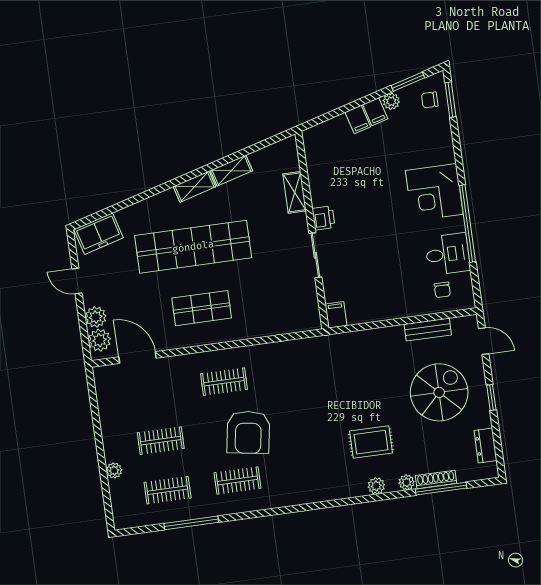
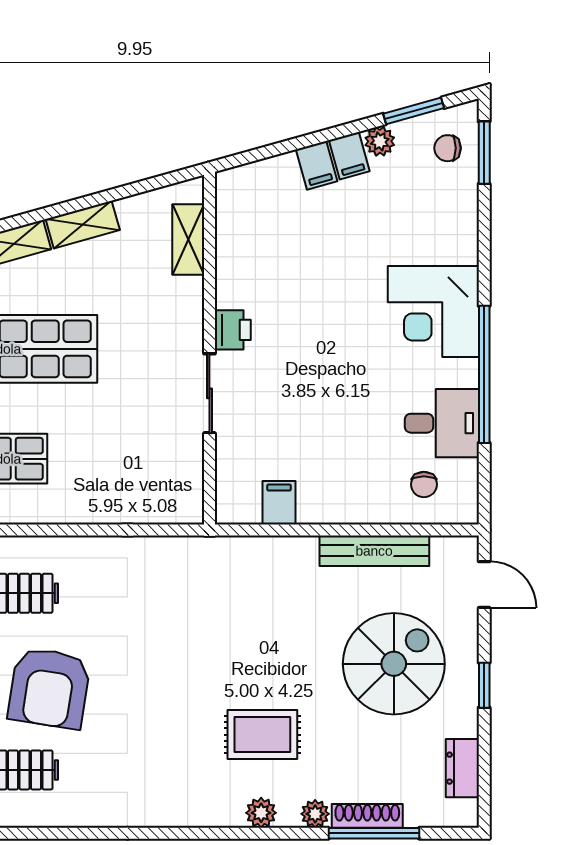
shelving: (295, 192) -> (188, 240), moved
filing cabinet: (336, 315) -> (279, 503), moved
bench: (428, 330) -> (374, 551), width x1.36

